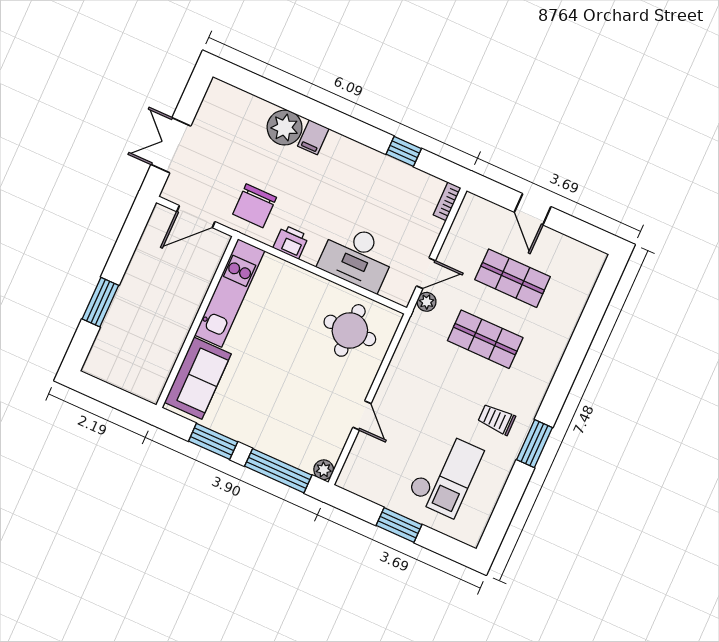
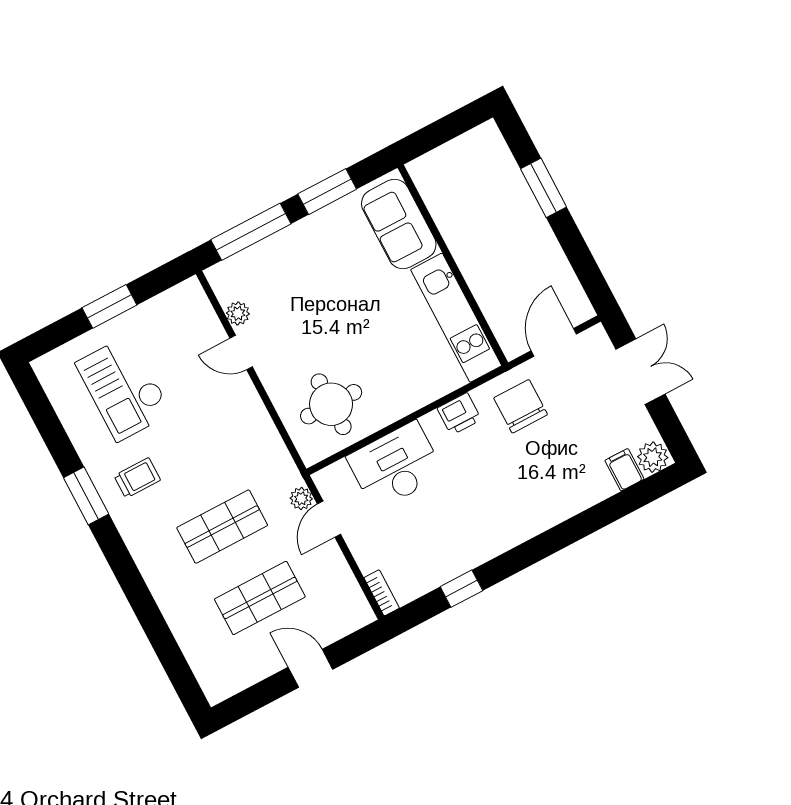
plant: (285, 128) -> (653, 457), moved, width x0.73, depth x0.73
filing cabinet: (313, 137) -> (624, 470), moved
plant: (324, 470) -> (238, 313), moved

